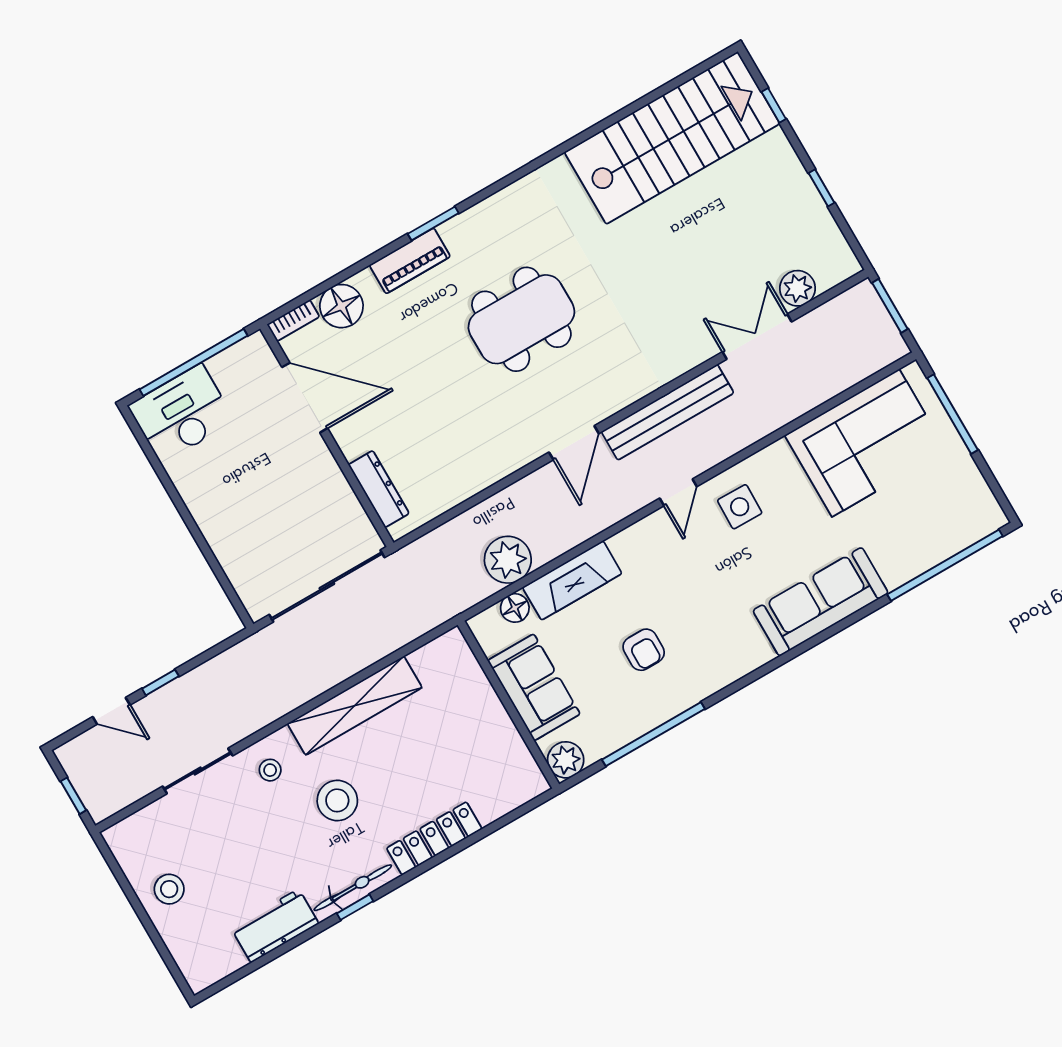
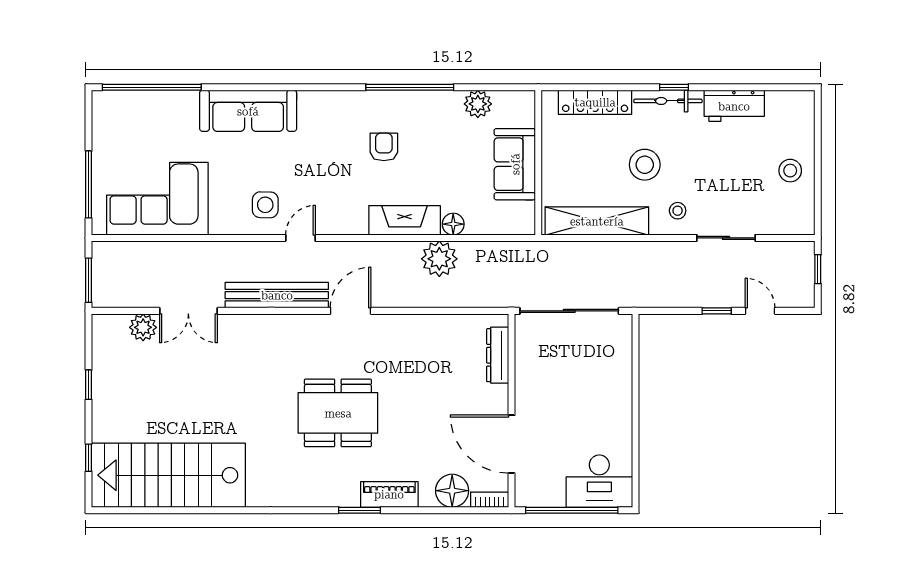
sofa: (534, 687) -> (515, 164), moved
wall: (508, 705) -> (538, 163), moved

